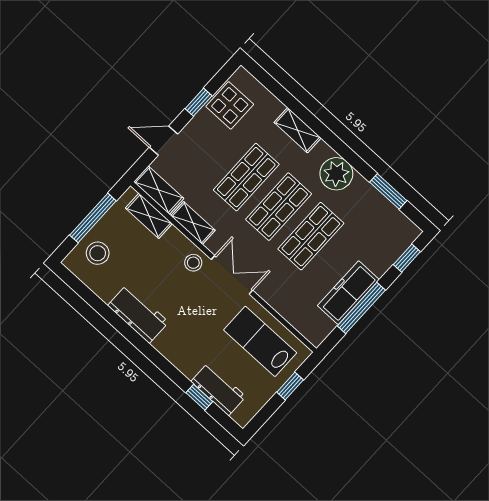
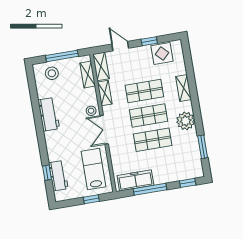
double door: (232, 275) -> (104, 130), swing flipped
freezer: (348, 293) -> (135, 180), moved

